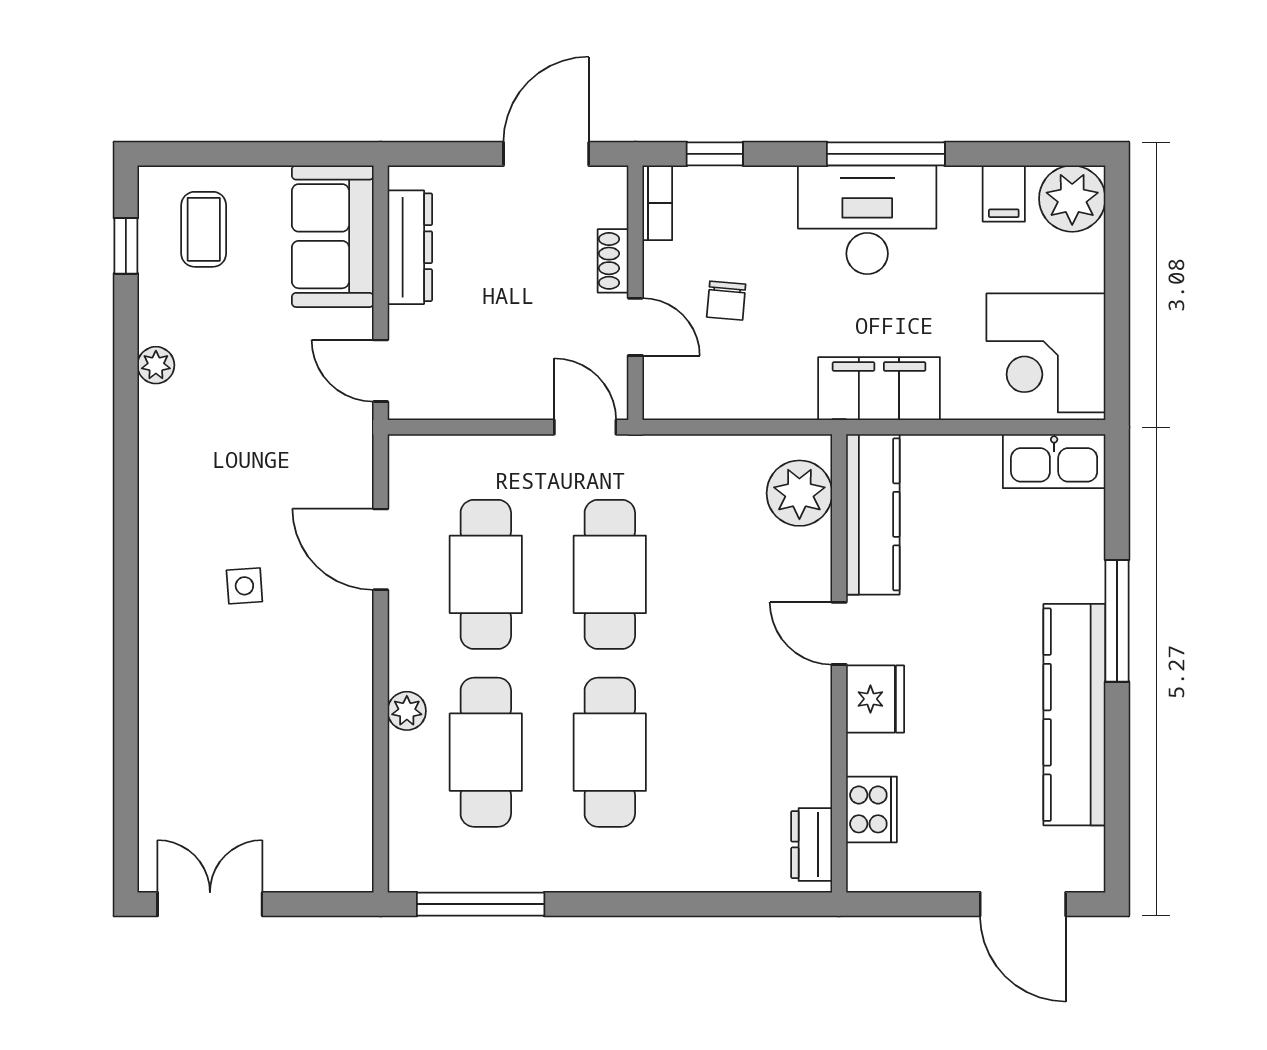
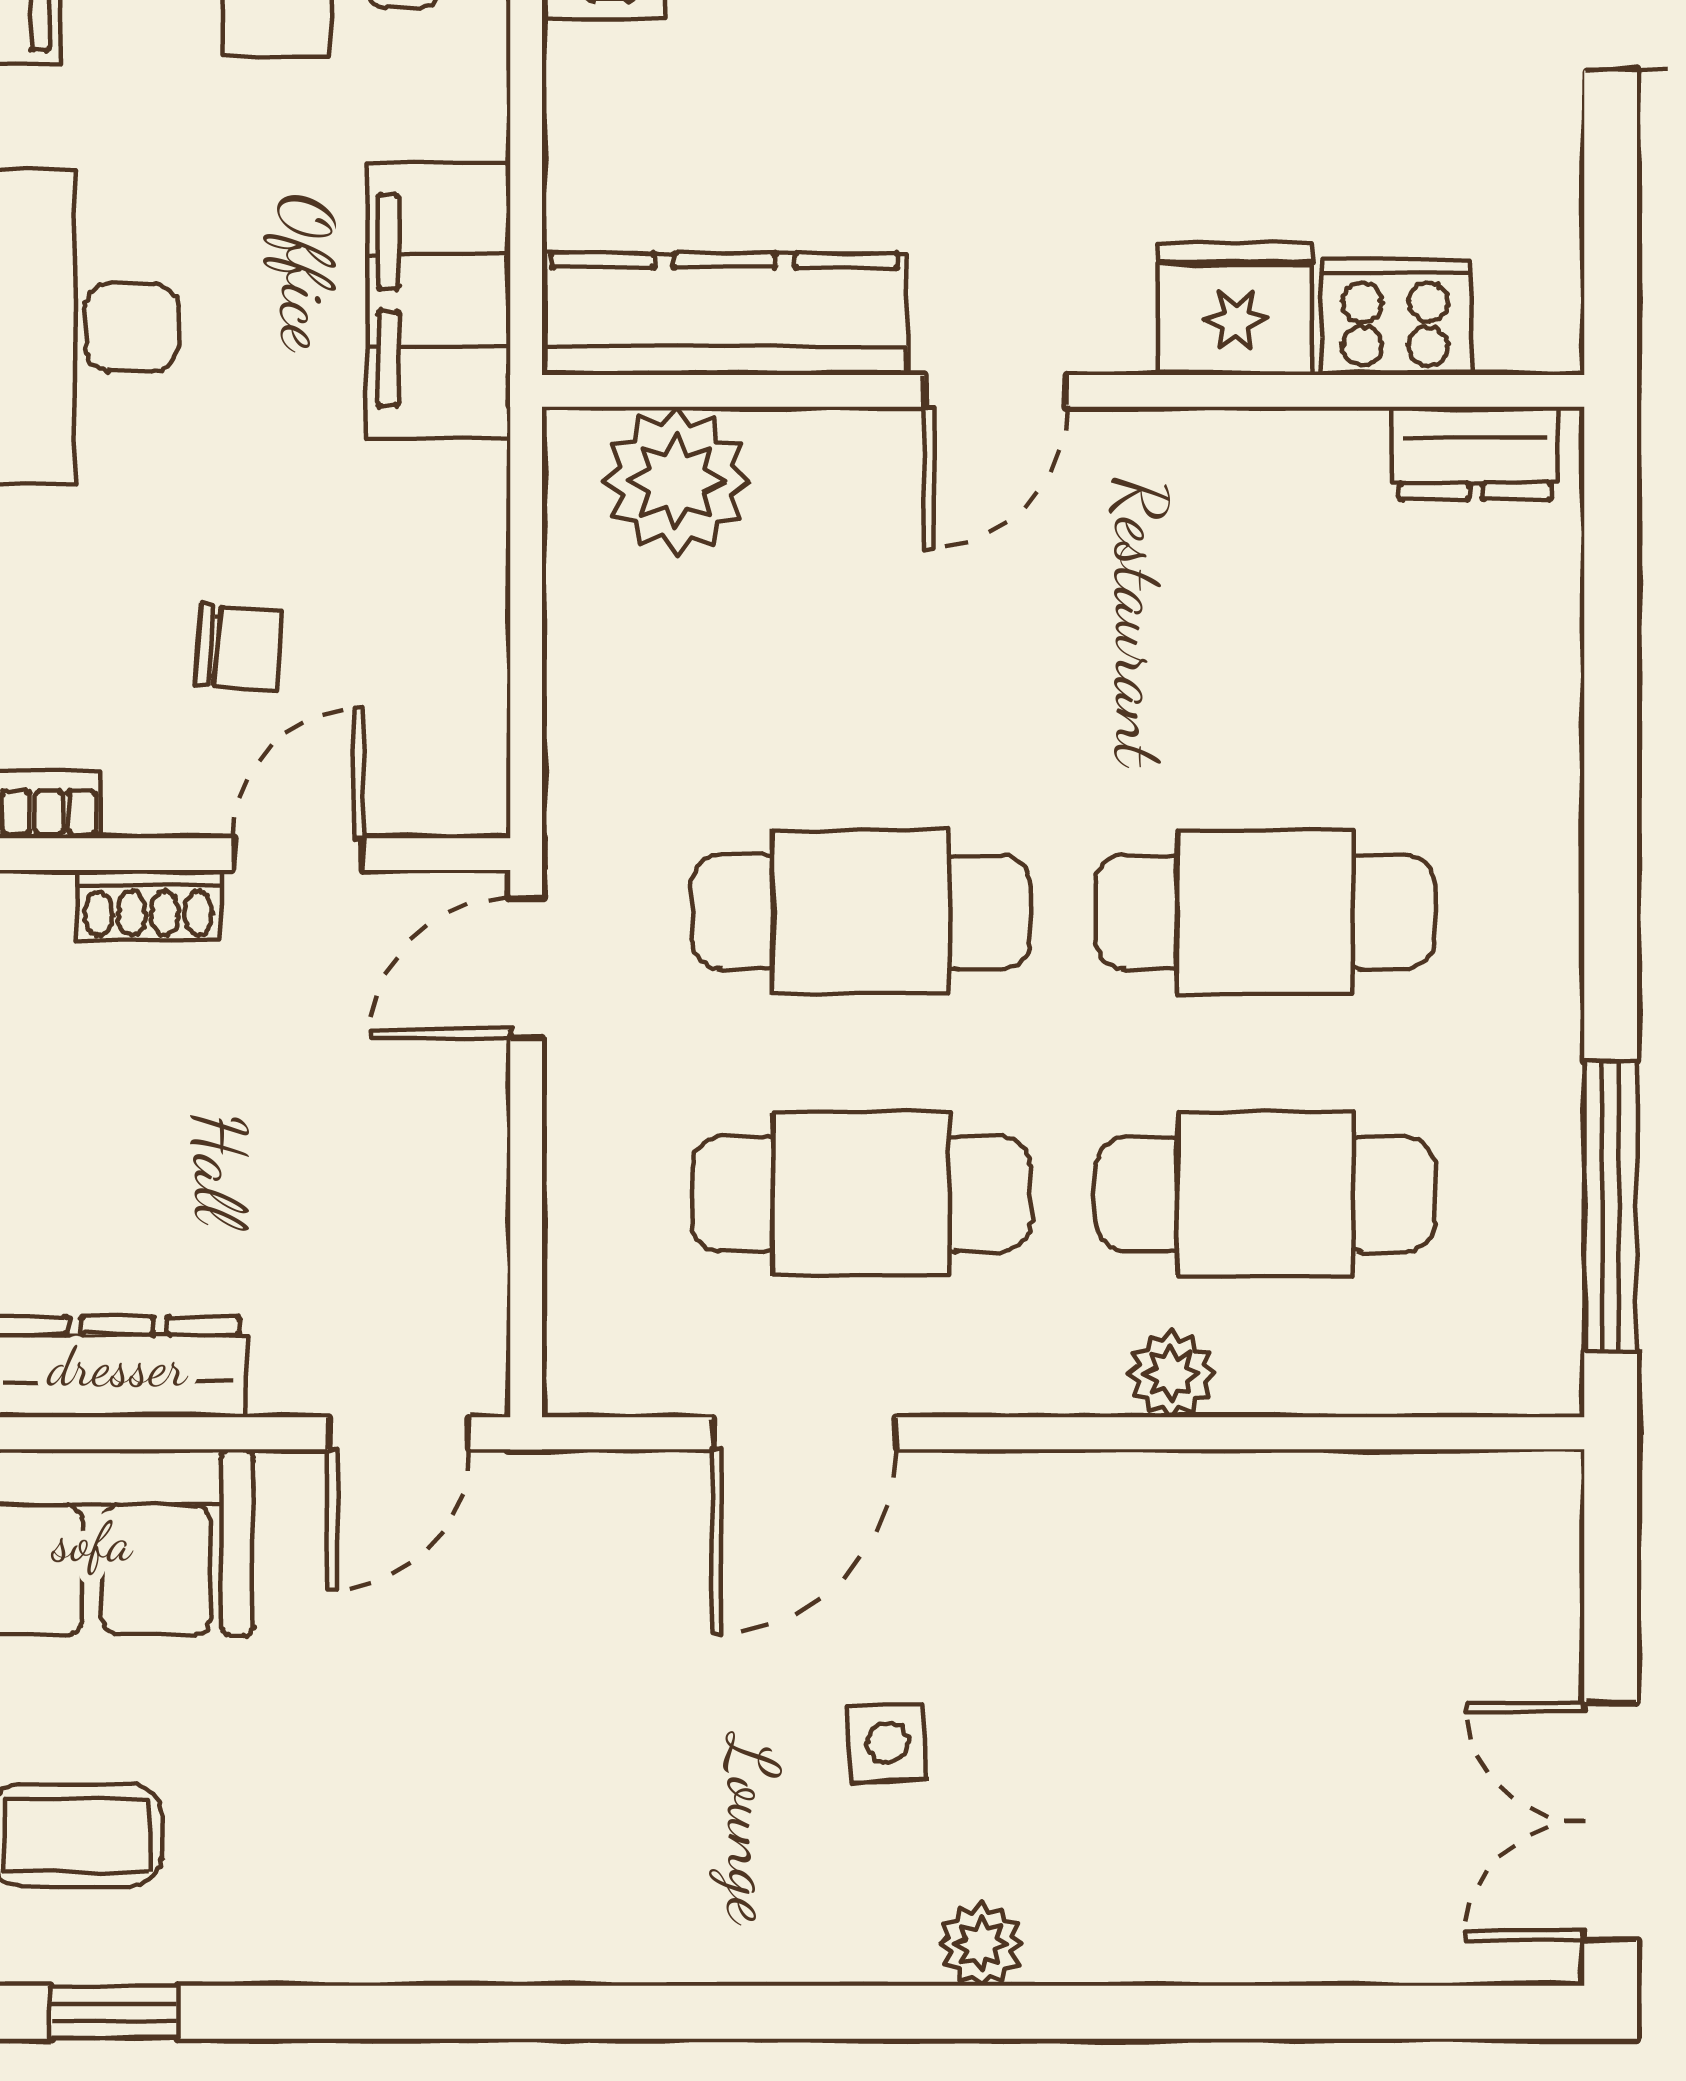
plant: (156, 365) -> (981, 1944), moved
fridge: (875, 699) -> (1236, 309), moved

